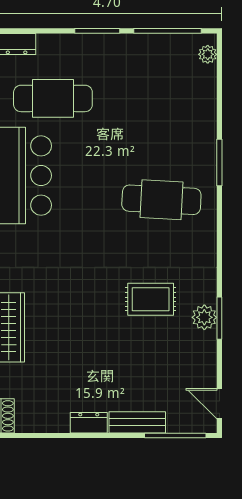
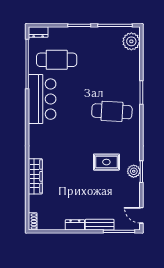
plant: (208, 54) -> (131, 41), width x1.88, depth x1.88

